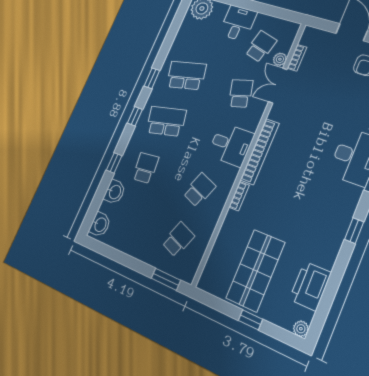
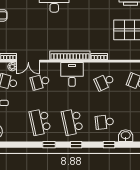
school desk: (199, 190) -> (104, 82), turned -45

